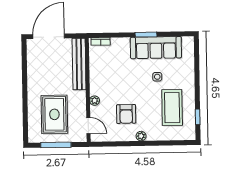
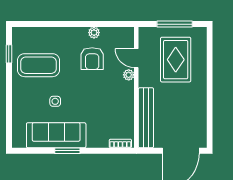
coffee table: (172, 108) -> (39, 65), turned 90
armchair: (126, 114) -> (92, 59), turned 180
door: (88, 126) -> (136, 58), moved
plant: (141, 136) -> (94, 33), moved

